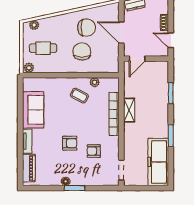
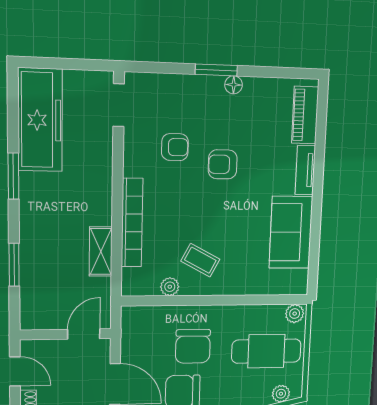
cafe table: (43, 48) -> (266, 351), width x1.37, depth x1.35
shelving: (129, 110) -> (101, 251), moved

